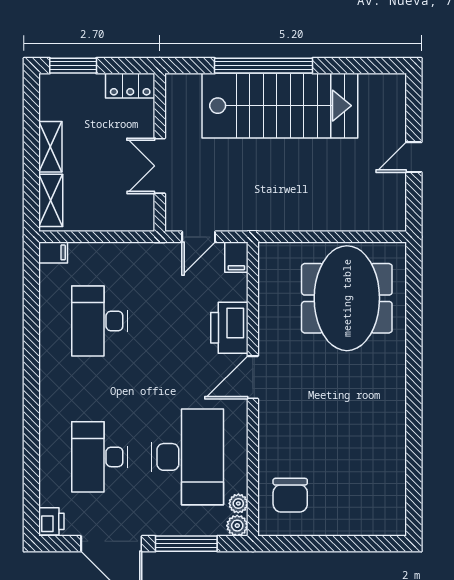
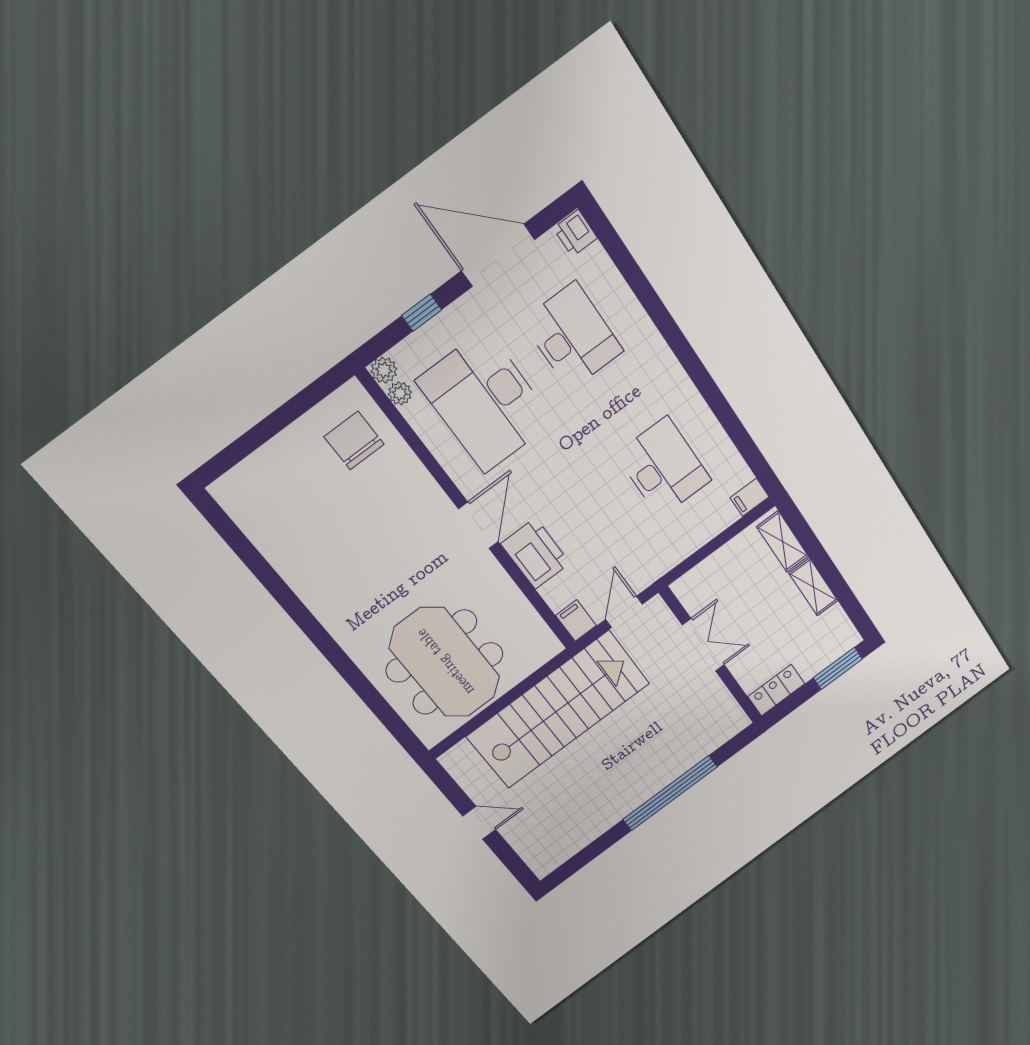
stairs: (280, 106) -> (558, 710), moved, turned 180
door: (414, 157) -> (479, 823), hinge flipped
window: (186, 544) -> (422, 313), width x0.46

